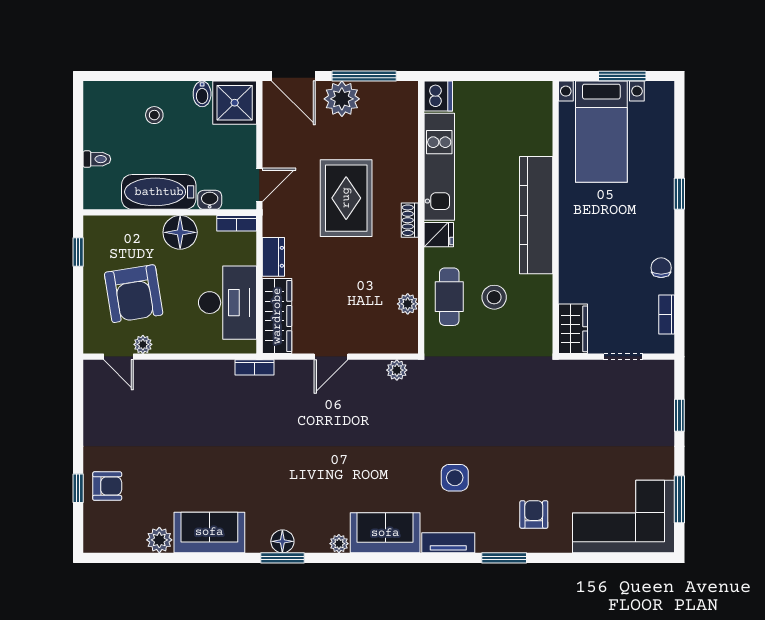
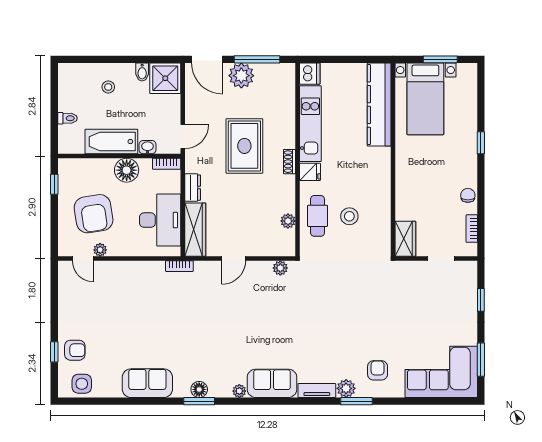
kitchen counter: (536, 215) -> (379, 105), moved
side table: (455, 478) -> (82, 384), moved
plant: (159, 540) -> (346, 388), moved

